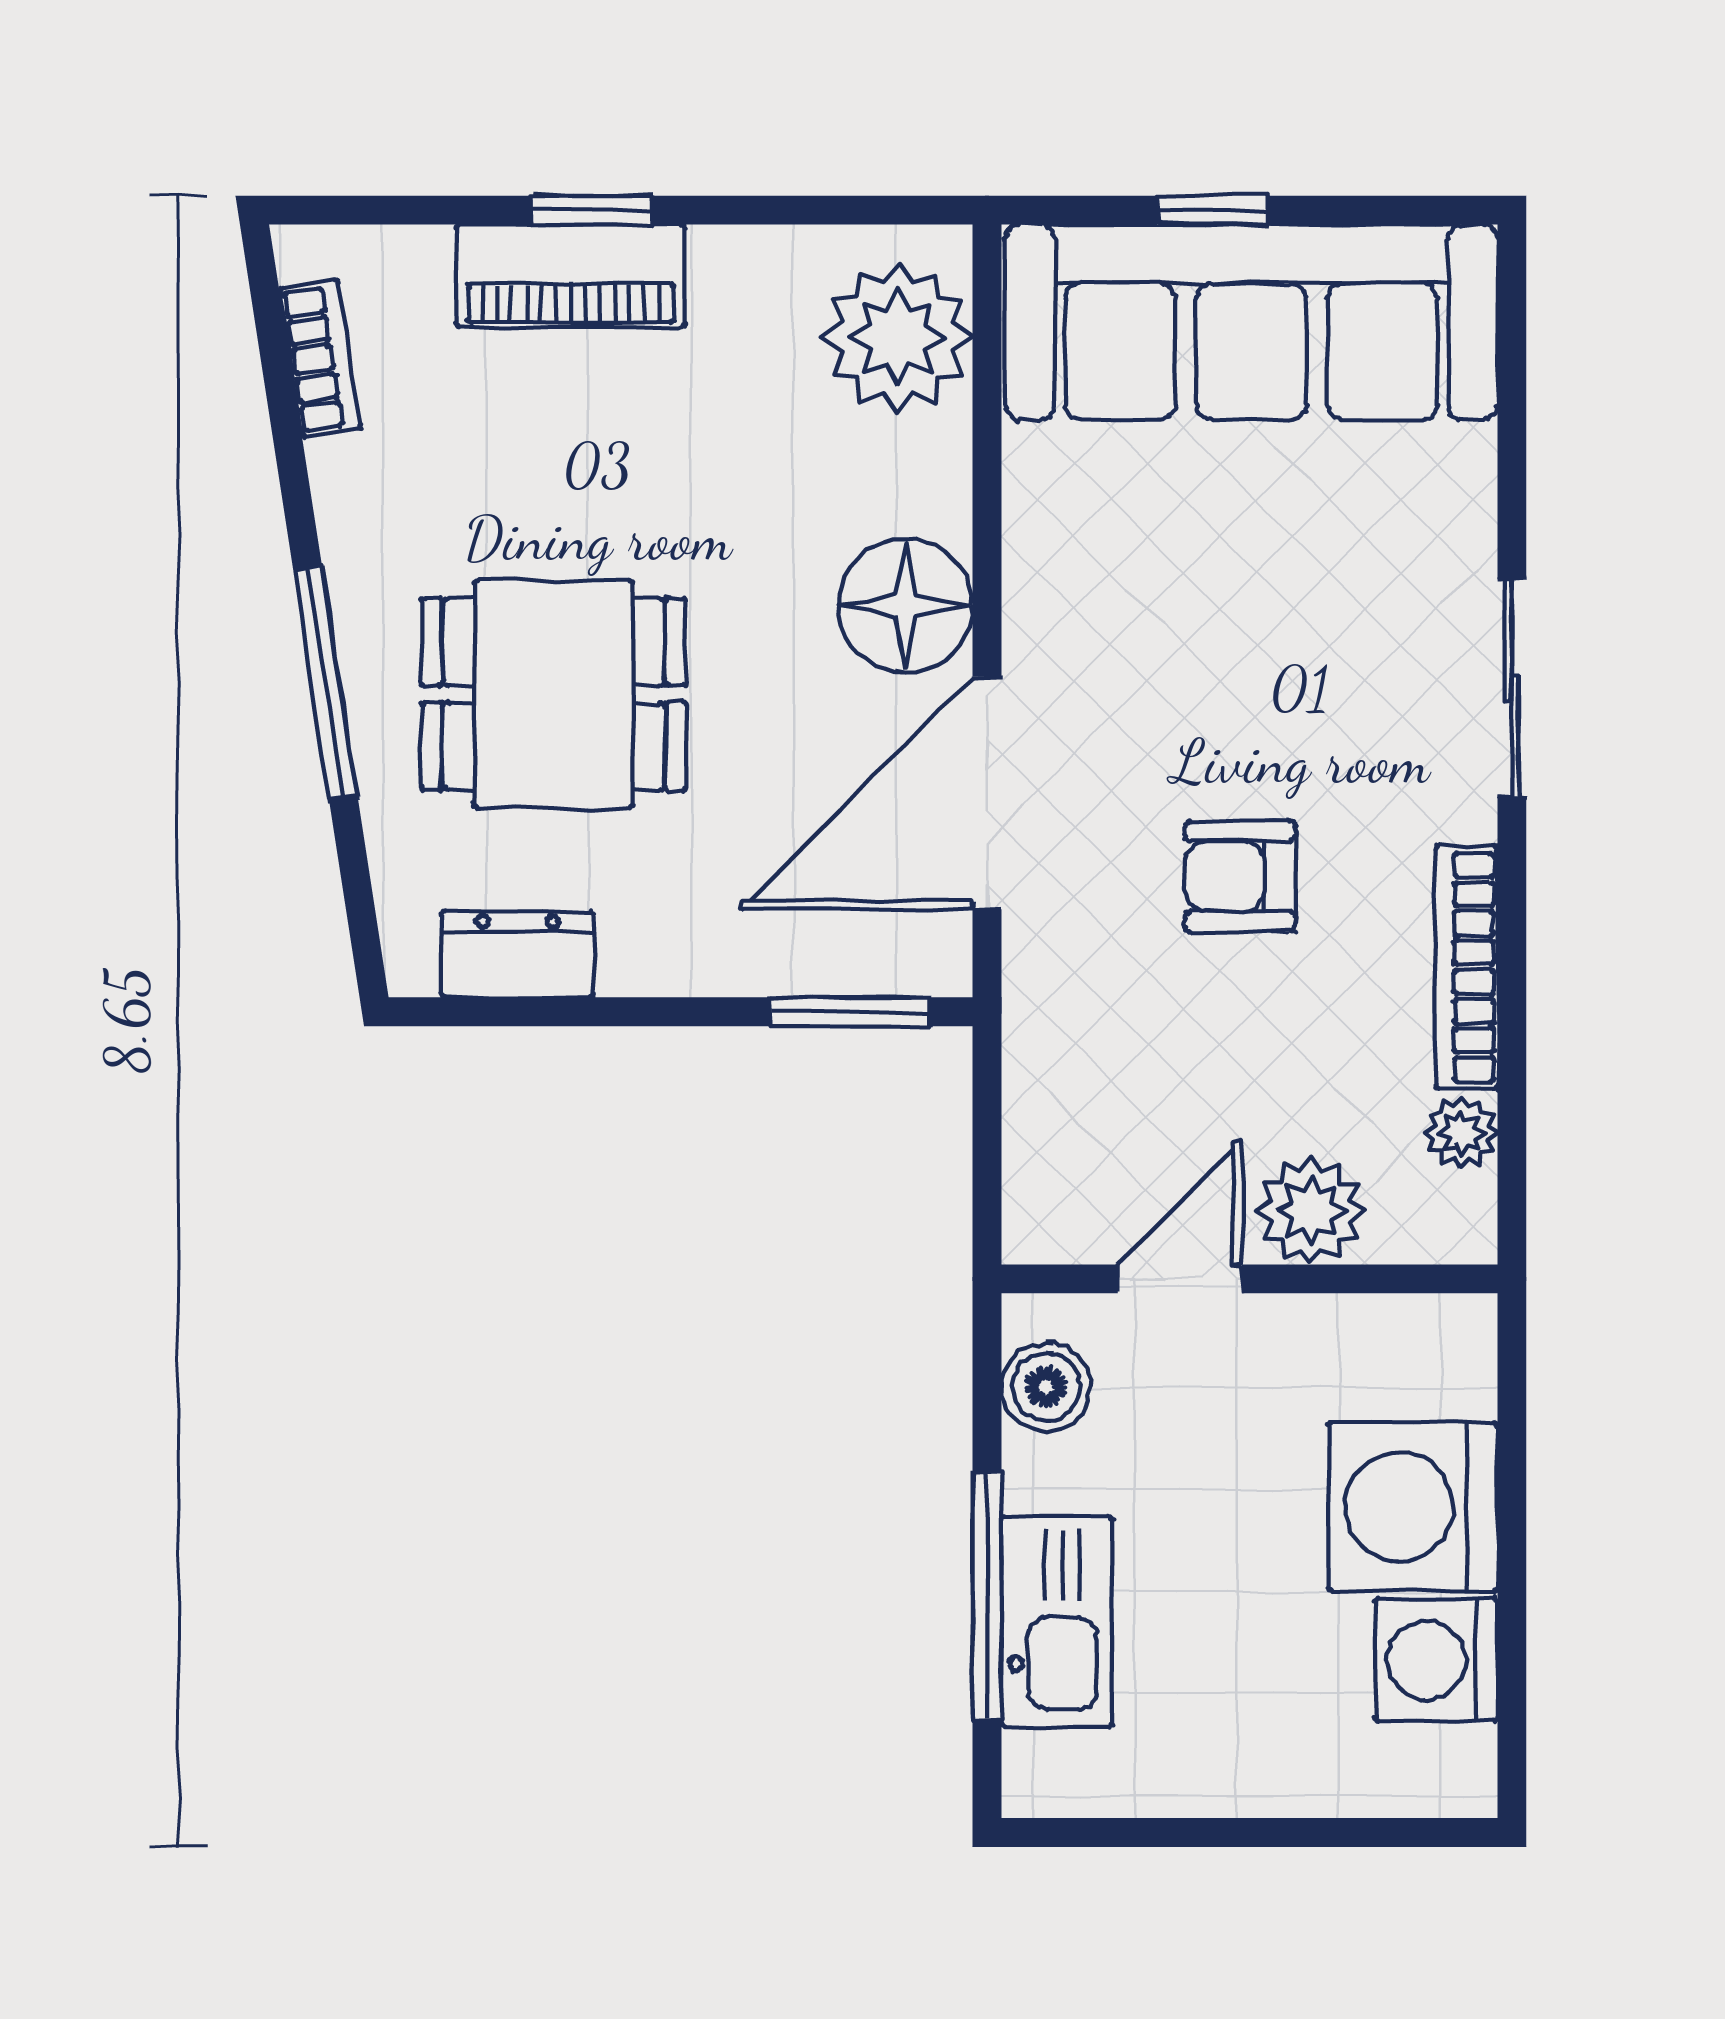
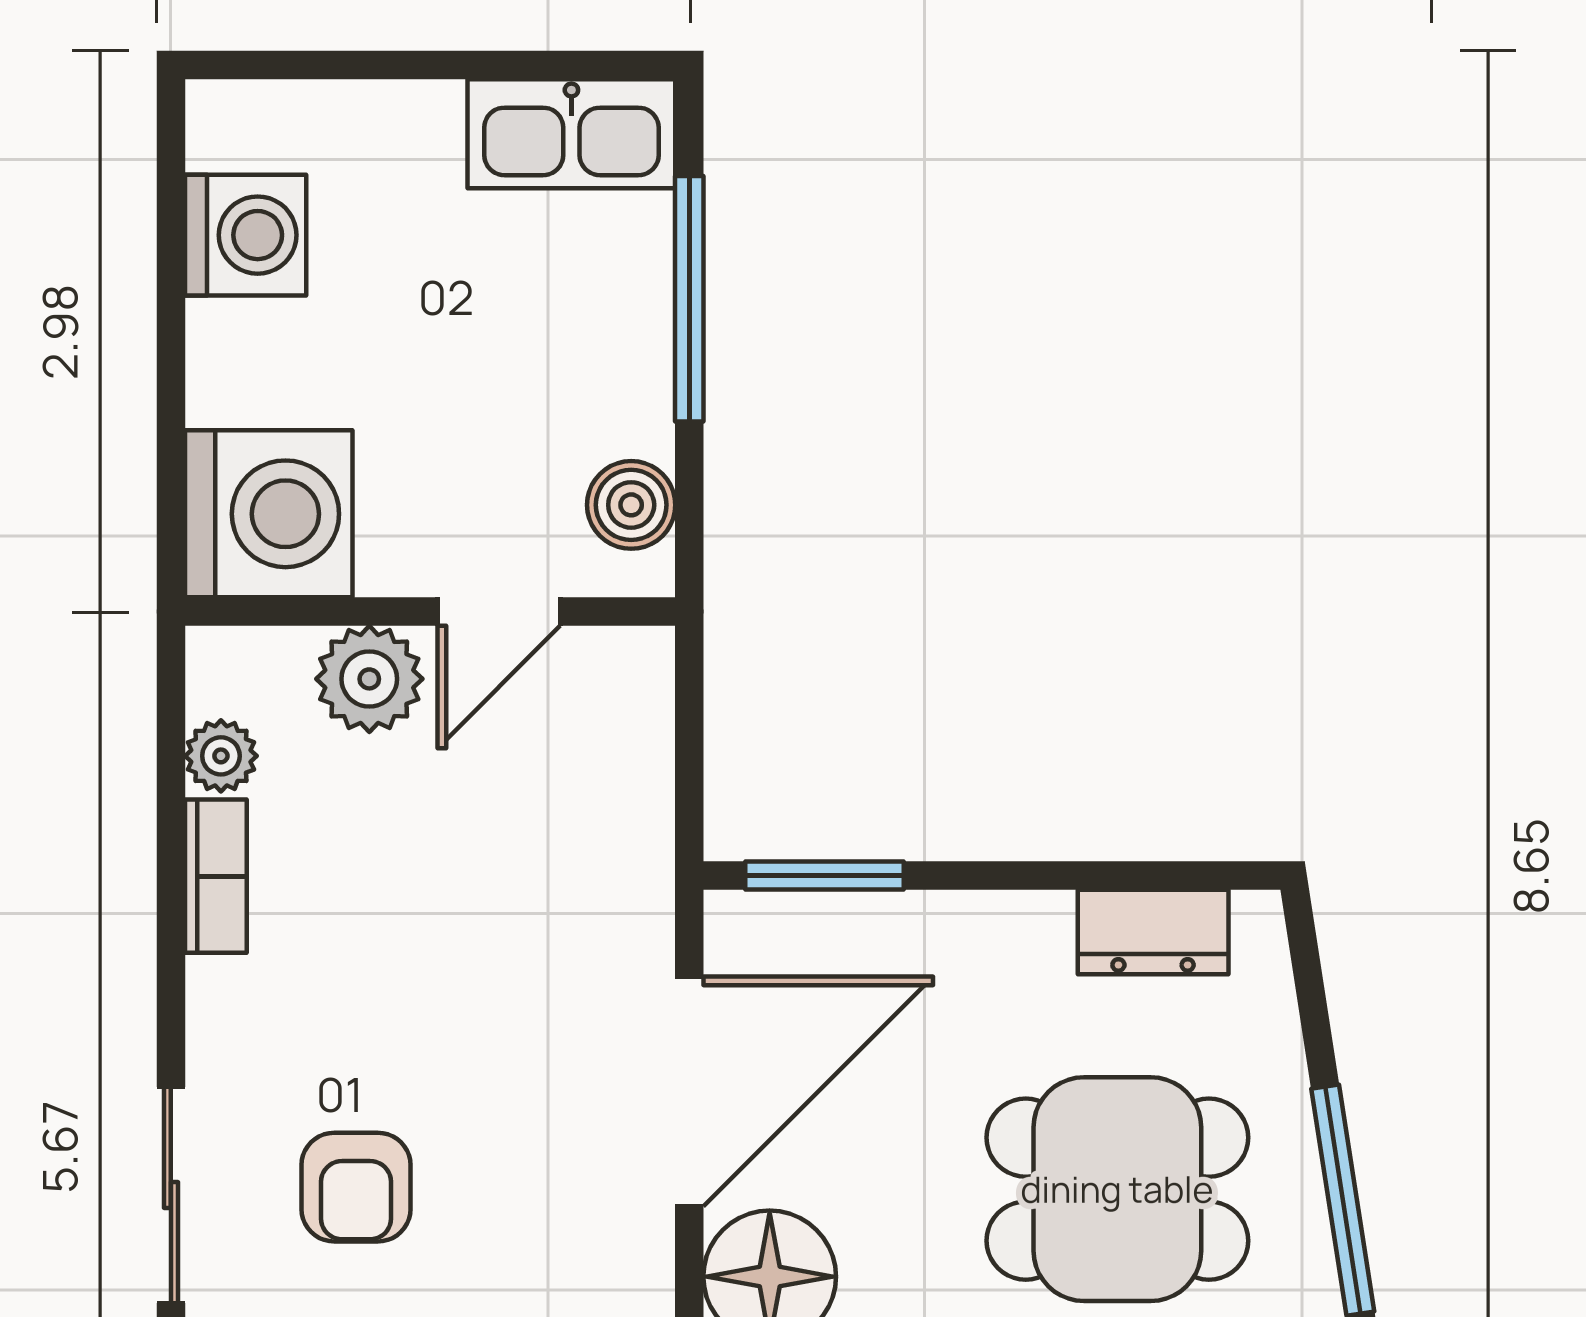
armchair: (1240, 876) -> (356, 1187), moved, turned 90
bookcase: (1466, 967) -> (216, 876), width x0.64
washing machine: (1413, 1507) -> (269, 514), moved
kitchen sink: (1057, 1622) -> (571, 134), moved, turned -90

